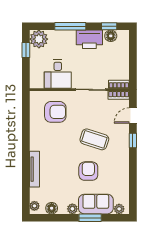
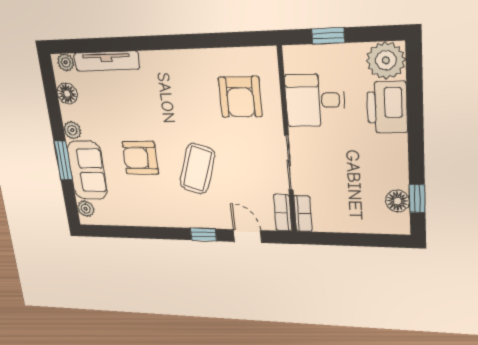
window: (70, 26) -> (415, 124), removed
printer: (89, 39) -> (387, 107), moved
window: (26, 50) -> (328, 36), moved
tv unit: (35, 169) -> (107, 61), moved
armchair: (88, 171) -> (140, 158), turned 180

